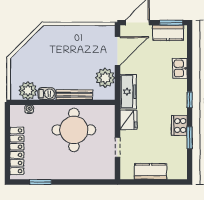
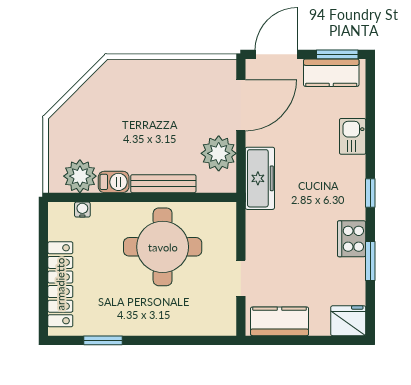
fridge: (128, 120) -> (348, 321), moved, turned -90
kitchen counter: (151, 171) -> (280, 321), moved

